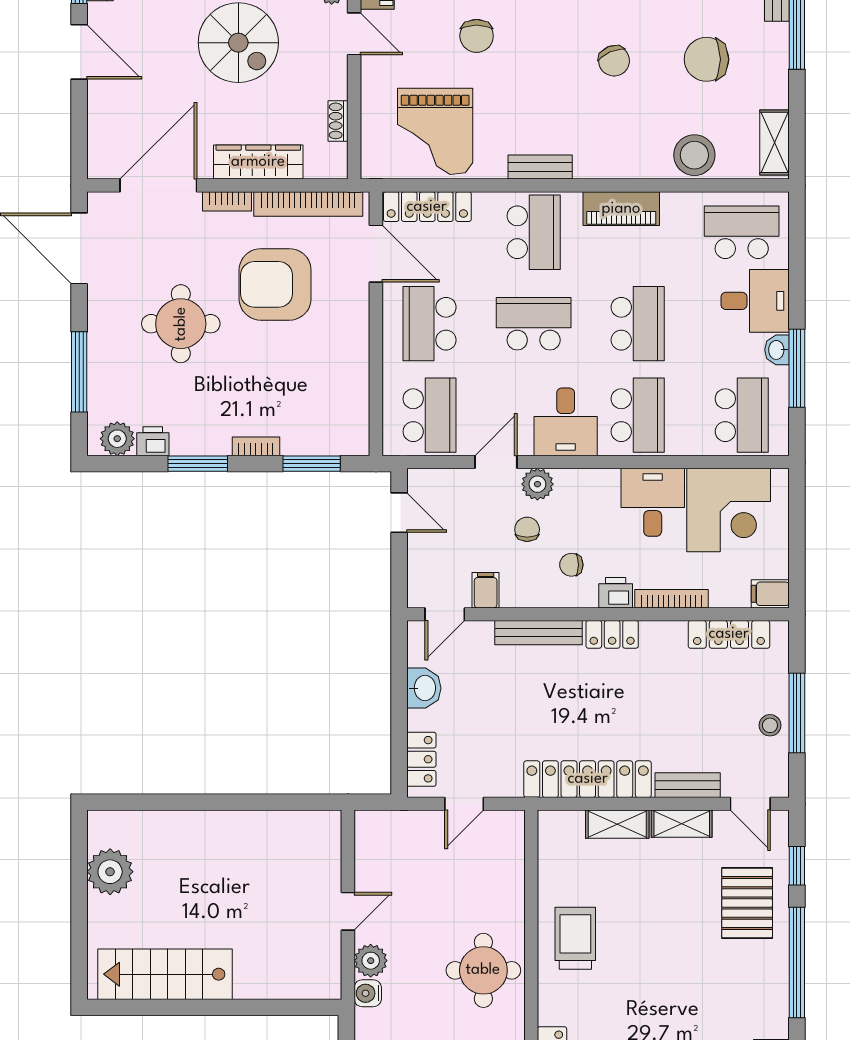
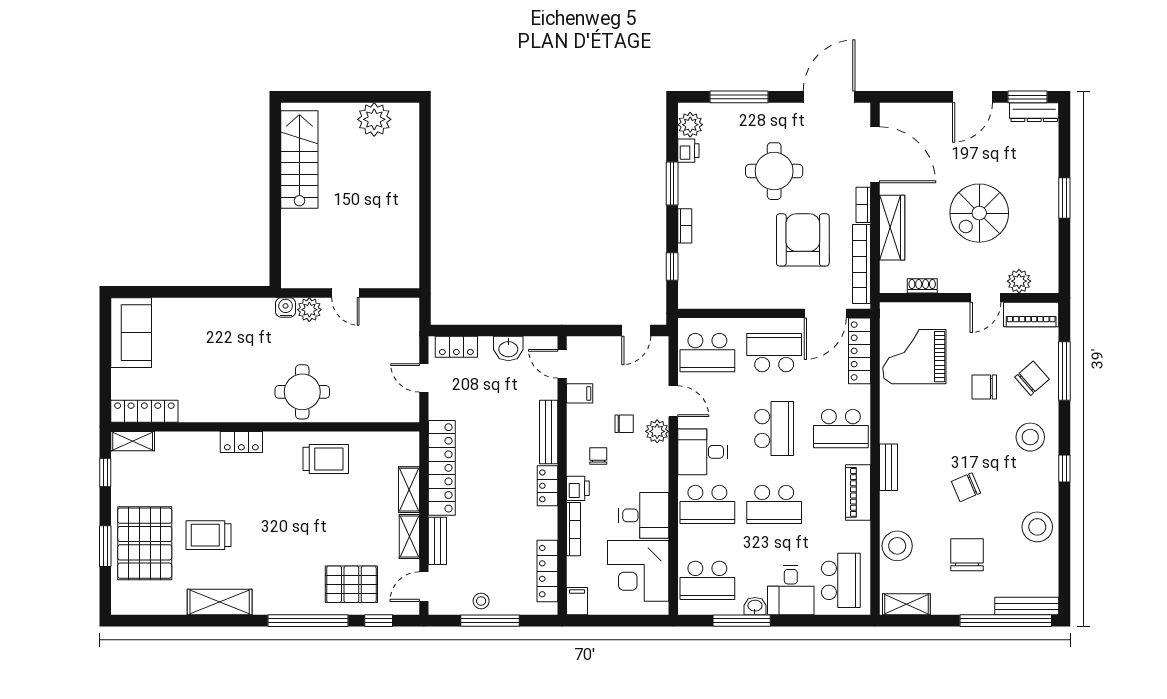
bench: (540, 167) -> (888, 467), moved
window: (312, 464) -> (672, 267), width x0.67

